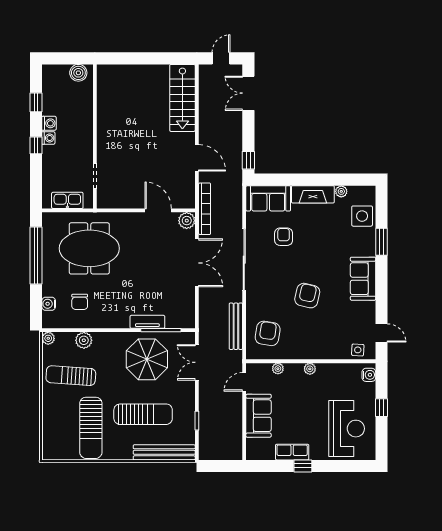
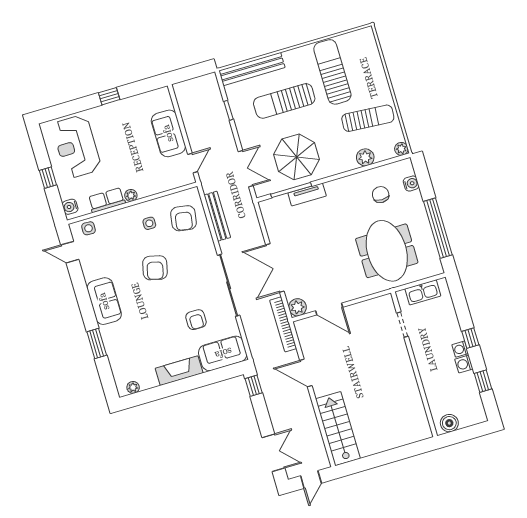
plant: (341, 191) -> (133, 387), moved
side table: (362, 216) -> (149, 223), moved, width x0.54, depth x0.54
meeting table: (89, 248) -> (387, 251), turned 90
plant: (278, 369) -> (163, 186), removed
row of seats: (292, 452) -> (107, 200), moved, turned 180

